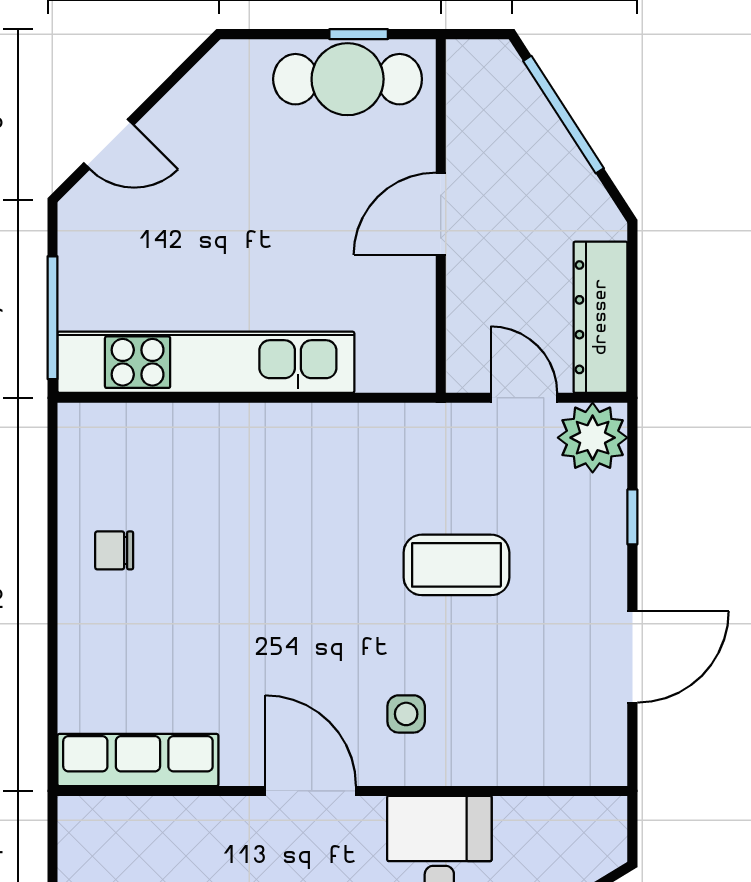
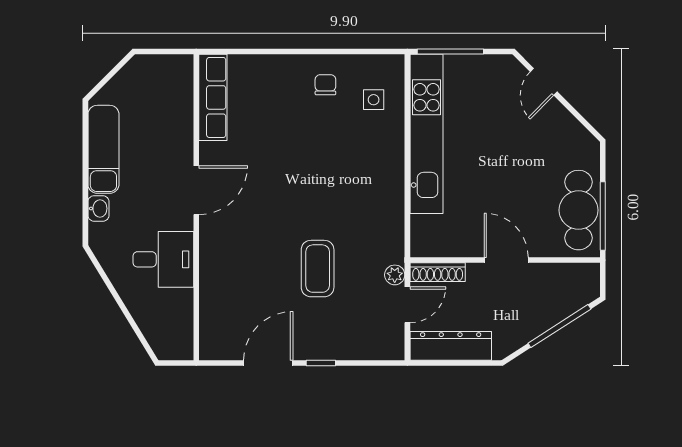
window: (359, 34) -> (603, 216), width x2.17
shoe rack: (463, 341) -> (438, 272), added
plant: (593, 438) -> (395, 275), moved, width x0.53, depth x0.53
window: (632, 517) -> (321, 363), moved
door: (632, 657) -> (268, 363), swing flipped
side table: (406, 714) -> (374, 100), moved

